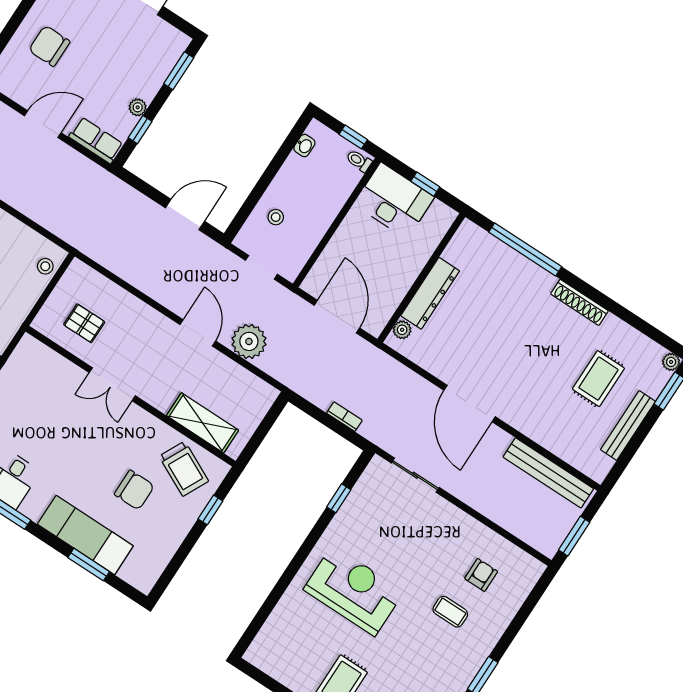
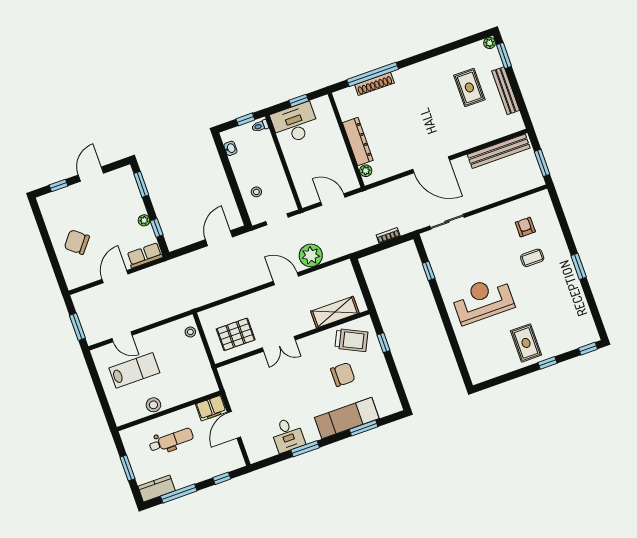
chair: (49, 46) -> (77, 242), turned 39
shoe rack: (579, 302) -> (374, 84), moved
door: (337, 317) -> (333, 200), width x0.73
pallet: (84, 323) -> (236, 334), width x1.50, depth x1.42

